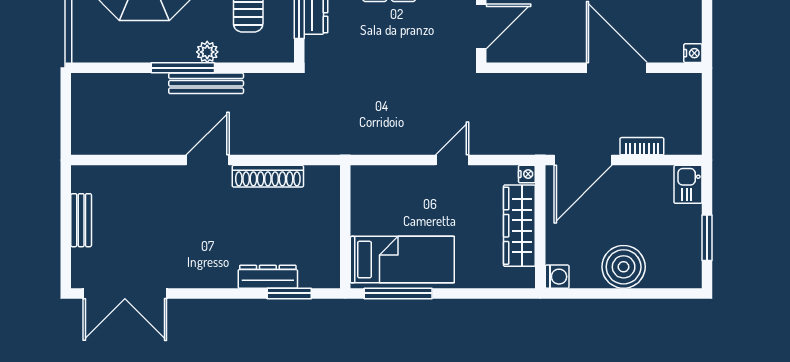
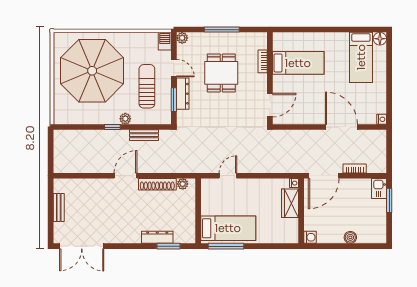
window: (183, 68) -> (112, 127), width x0.46
bench: (206, 83) -> (144, 135), moved, width x0.73
door: (452, 160) -> (228, 176), moved
plant: (316, 176) -> (183, 184), added
wardrobe: (519, 226) -> (290, 203), width x0.67
window: (707, 238) -> (389, 200), moved
boiler: (624, 267) -> (350, 237), width x0.54, depth x0.54

